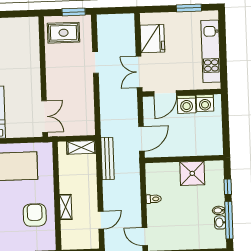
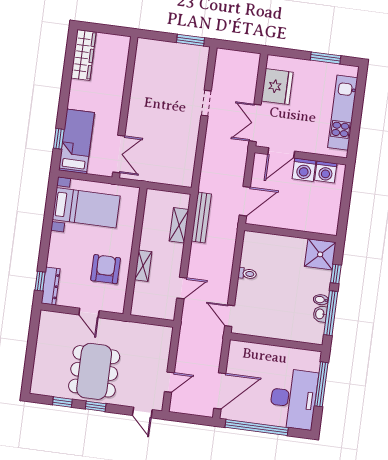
rug: (64, 33) -> (175, 62), removed
wall: (43, 77) -> (125, 107), moved
double door: (45, 117) -> (119, 154), moved
shelving: (81, 147) -> (179, 225), moved, turned 90
shower: (192, 173) -> (320, 254), moved

